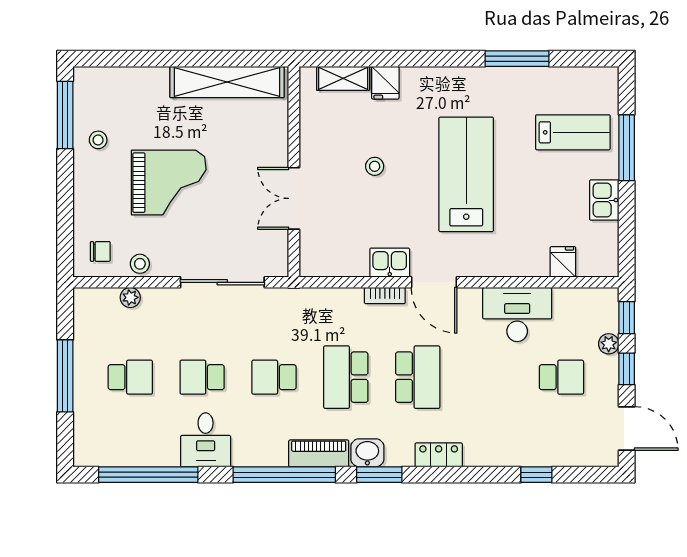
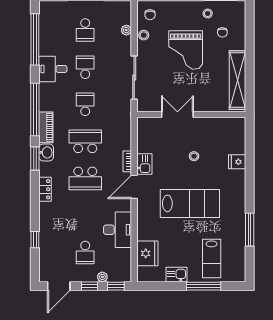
shelving: (343, 78) -> (239, 140), removed
chair: (135, 111) -> (222, 32), added
fridge: (563, 262) -> (147, 253), width x1.88, depth x1.34

